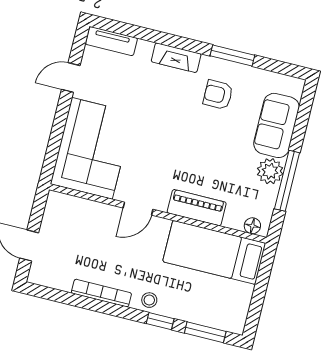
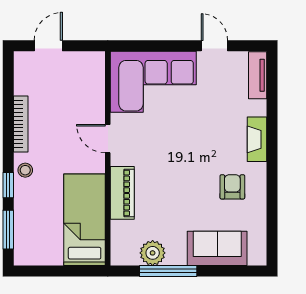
window: (232, 56) -> (272, 191), removed
plant: (270, 171) -> (153, 253), moved
floor lamp: (252, 226) -> (118, 249), removed

